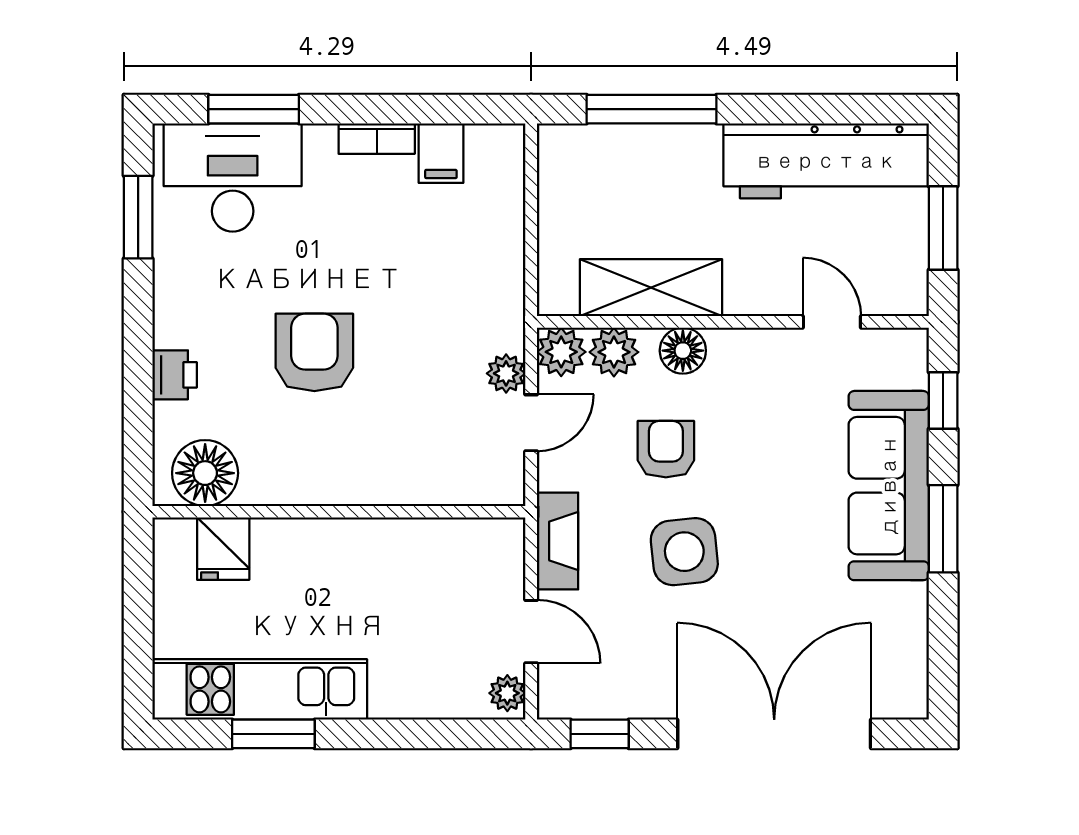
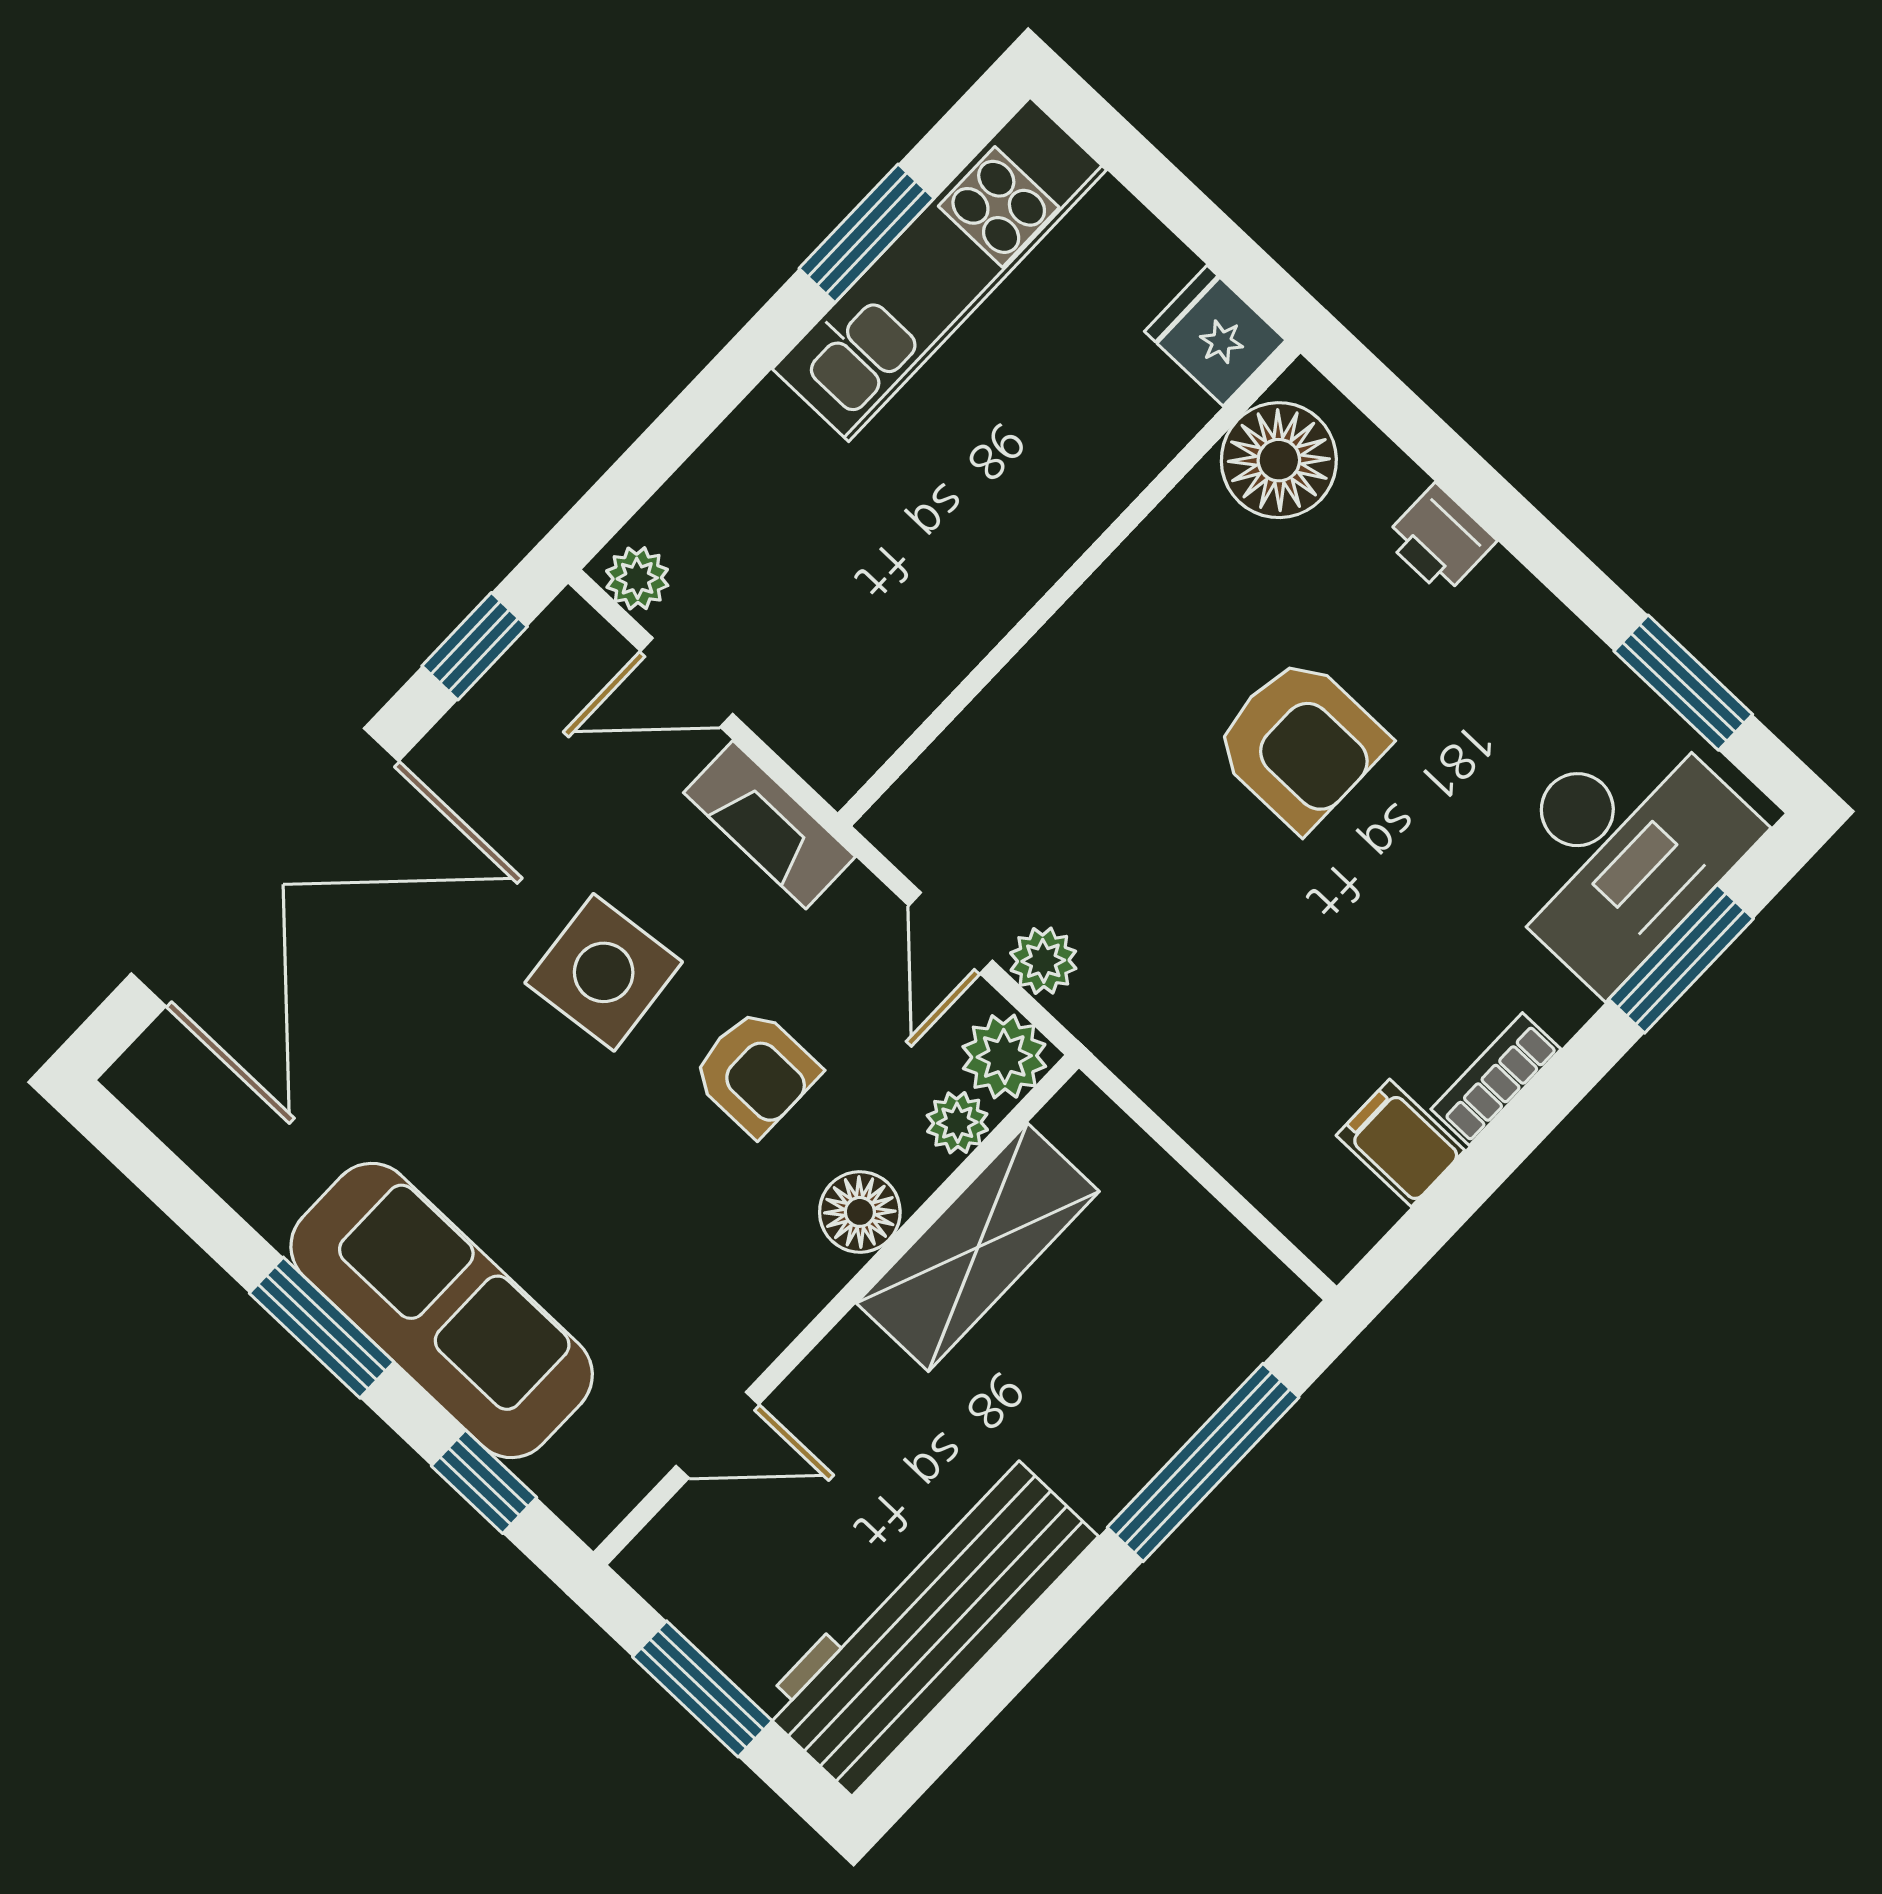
plant: (614, 352) -> (957, 1123), width x0.73, depth x0.73
fridge: (223, 549) -> (1215, 336), moved

